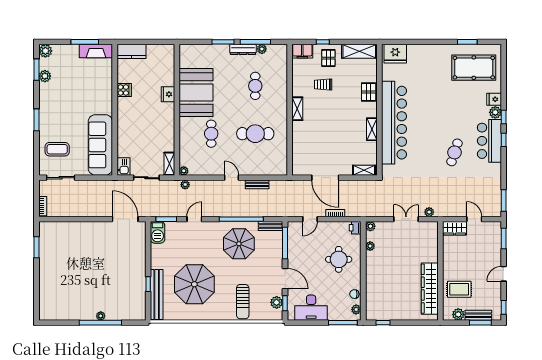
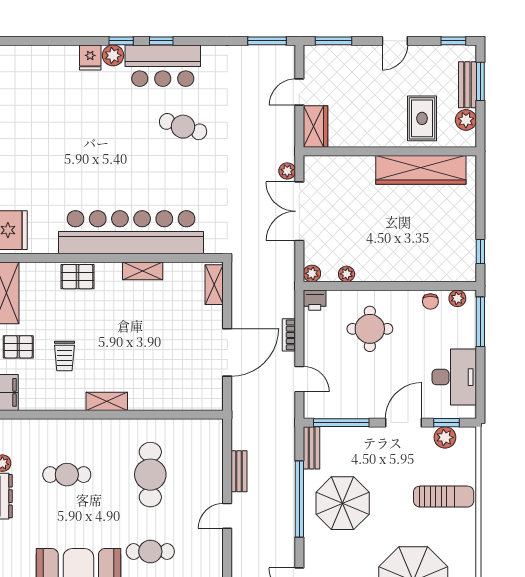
pool table: (474, 68) -> (35, 93), removed
double door: (406, 219) -> (299, 211), width x1.37
door: (504, 274) -> (395, 41), hinge flipped

